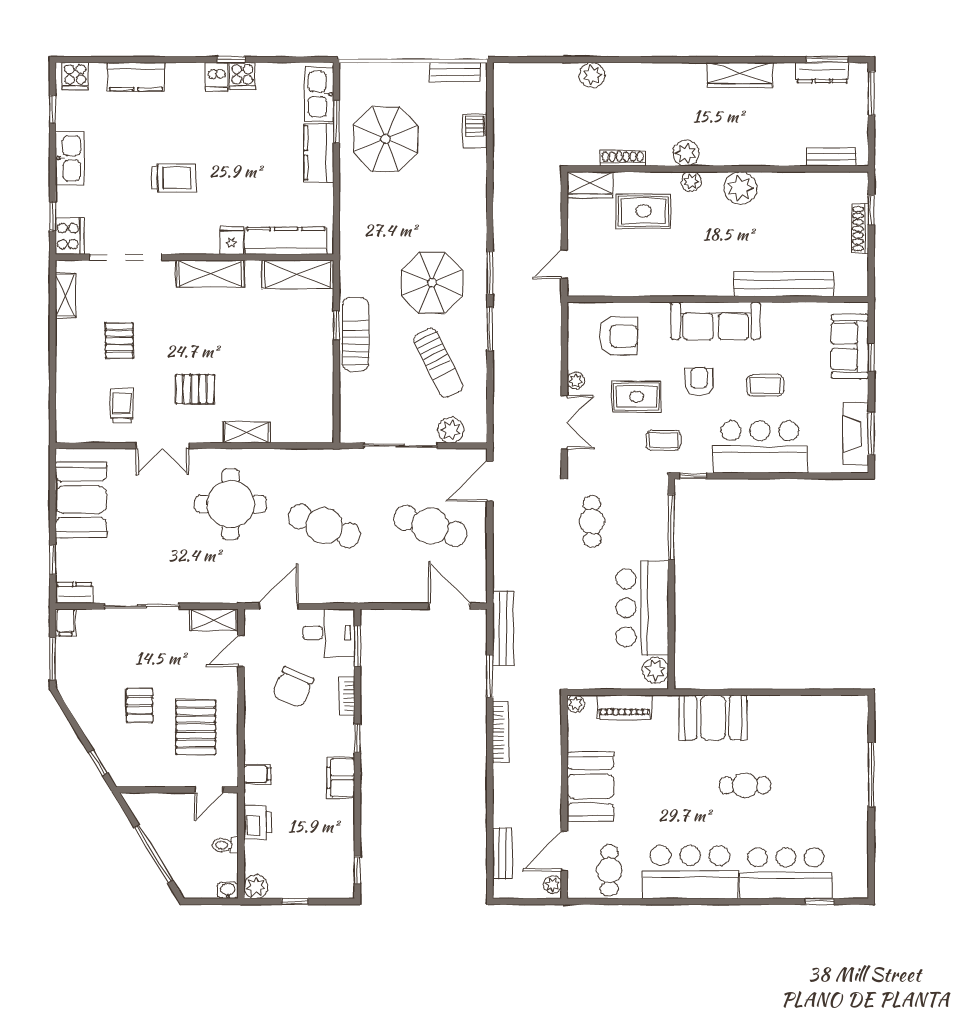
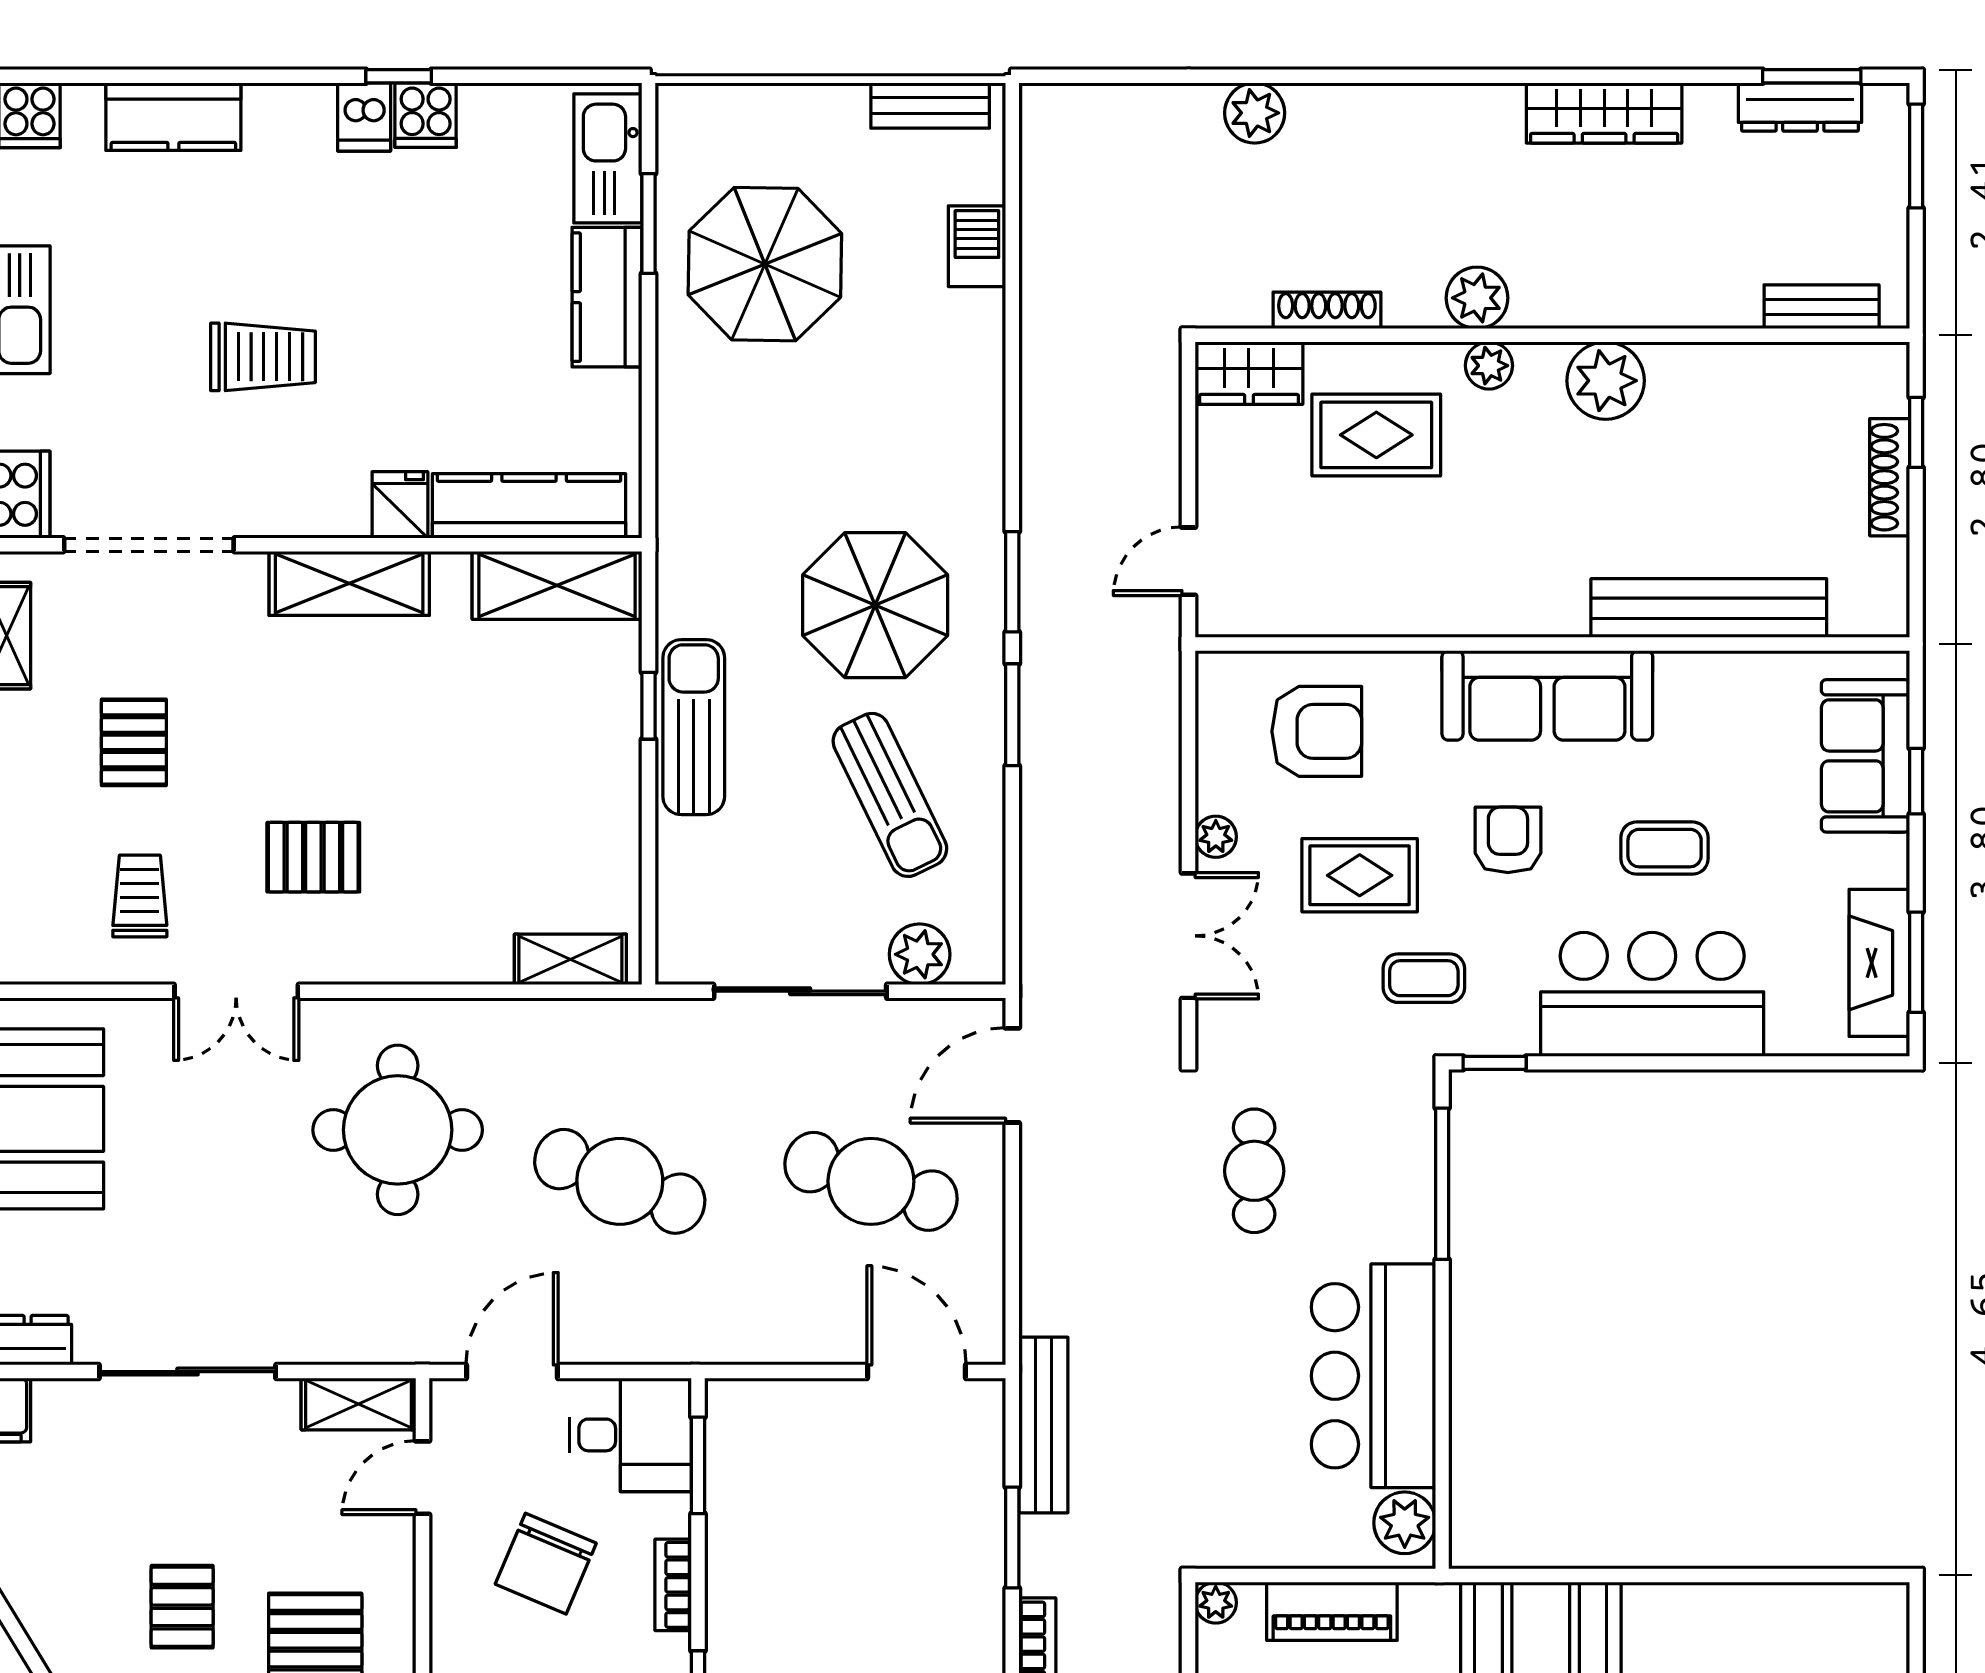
shelving: (247, 432) -> (570, 959), moved

